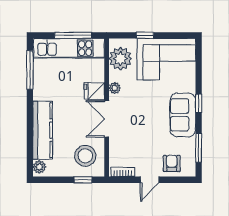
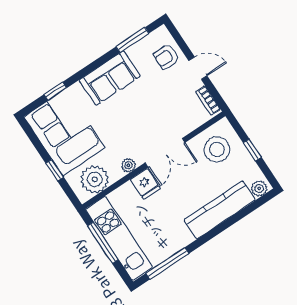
window: (199, 103) -> (55, 91), moved
window: (83, 180) -> (252, 150), moved

